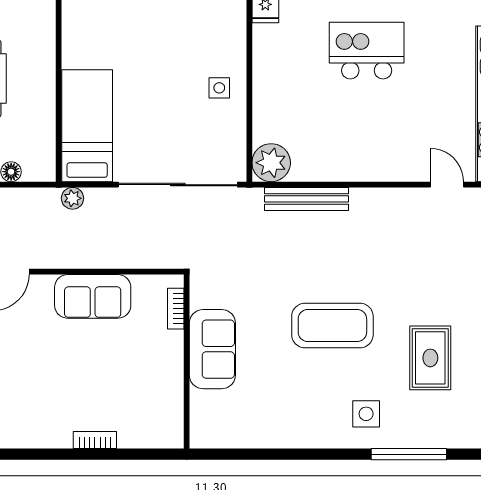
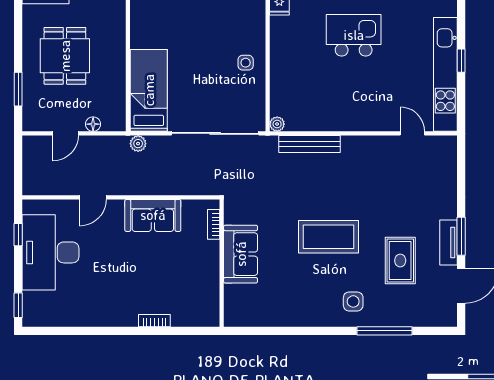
plant: (271, 163) -> (277, 124), width x0.53, depth x0.53

